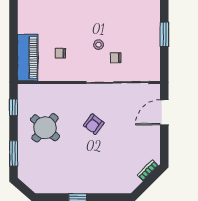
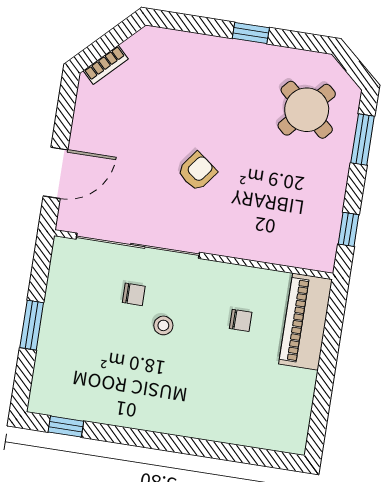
round table: (45, 128) -> (307, 110), moved

